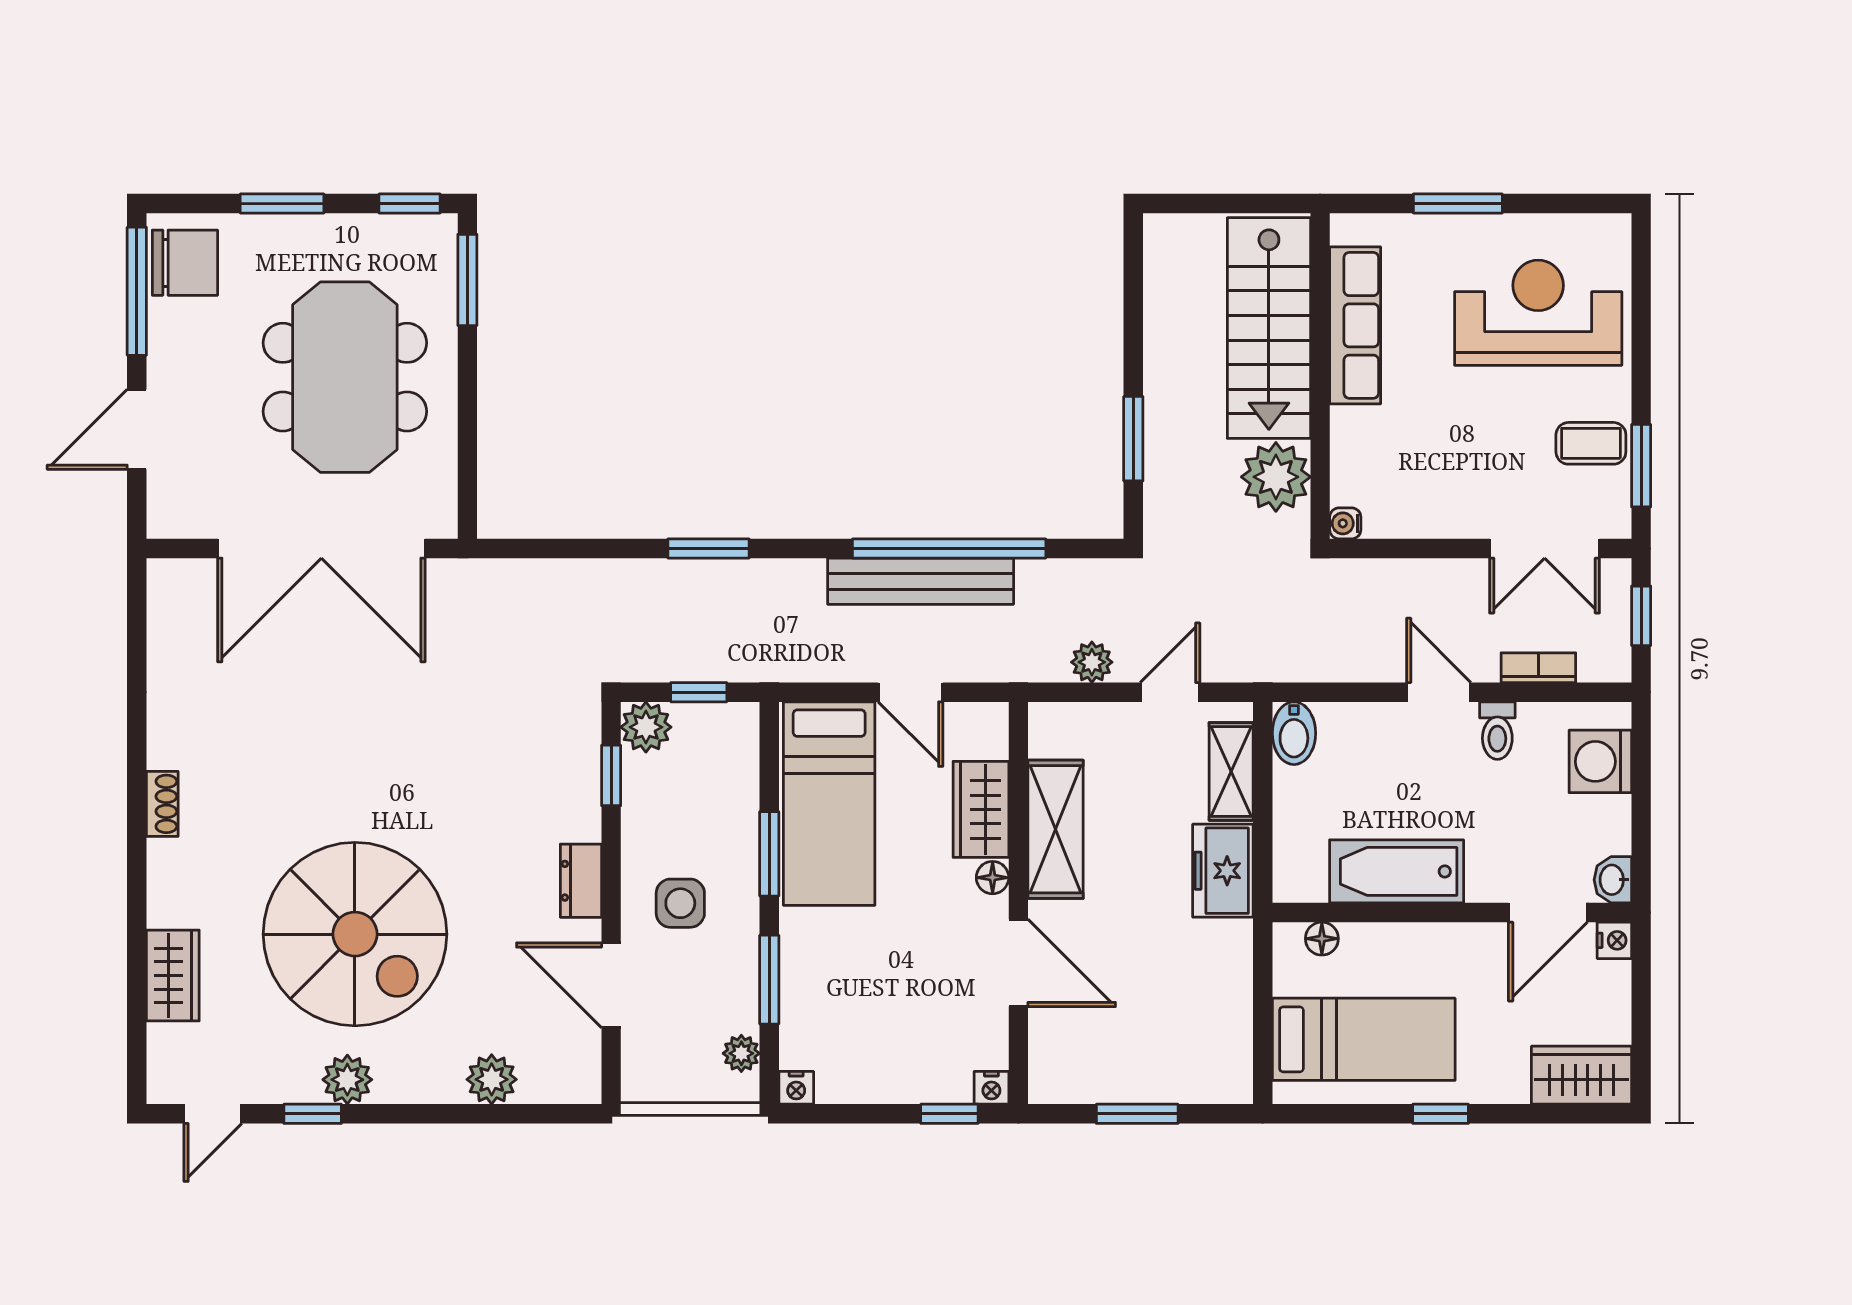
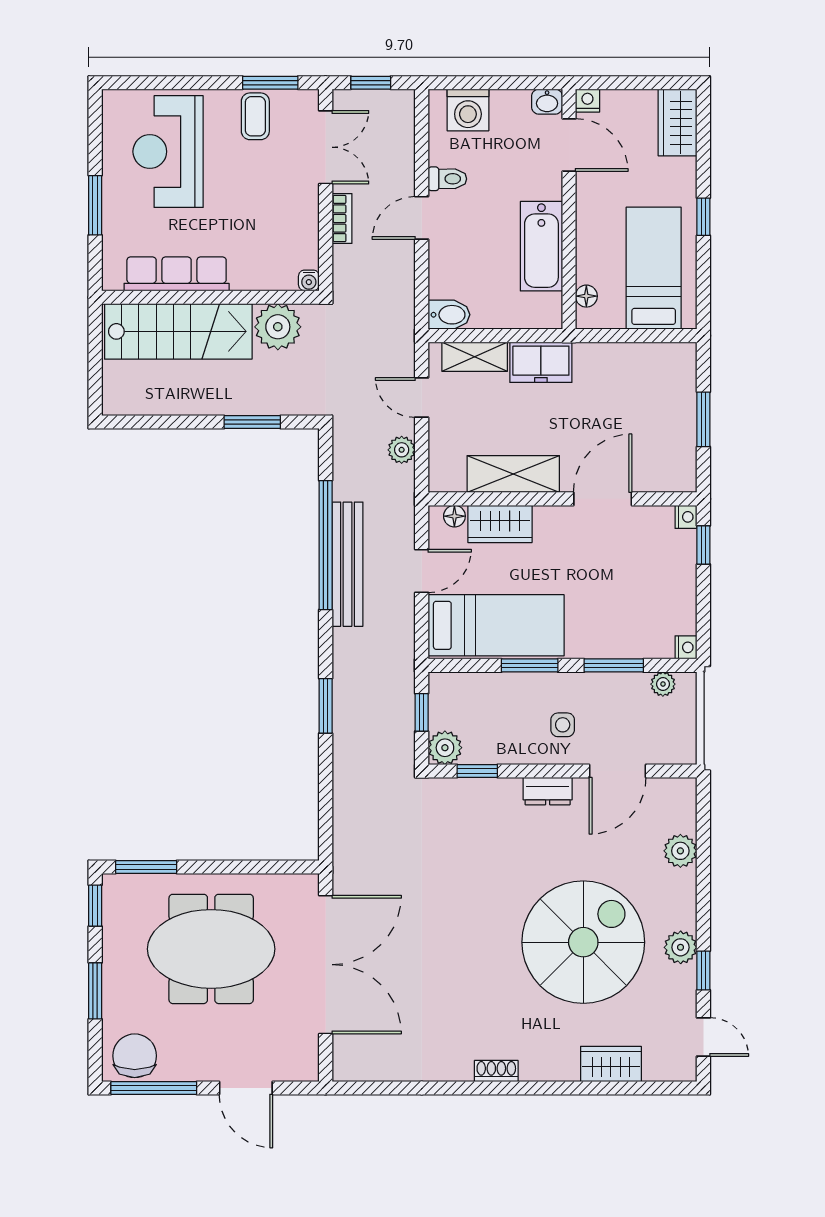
bookcase: (1538, 668) -> (342, 219), moved, turned 180
floor lamp: (993, 878) -> (454, 516), moved
side table: (680, 903) -> (563, 725), width x0.73, depth x0.73

